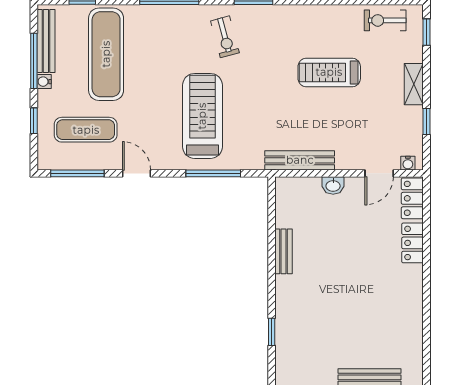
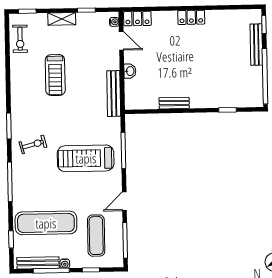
locker: (413, 243) -> (191, 17), moved

